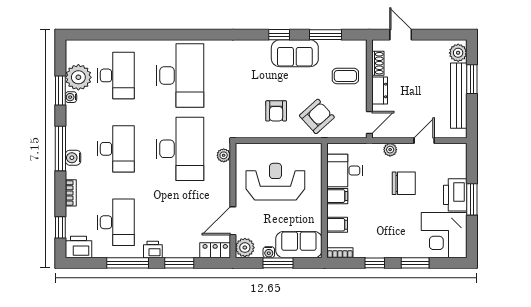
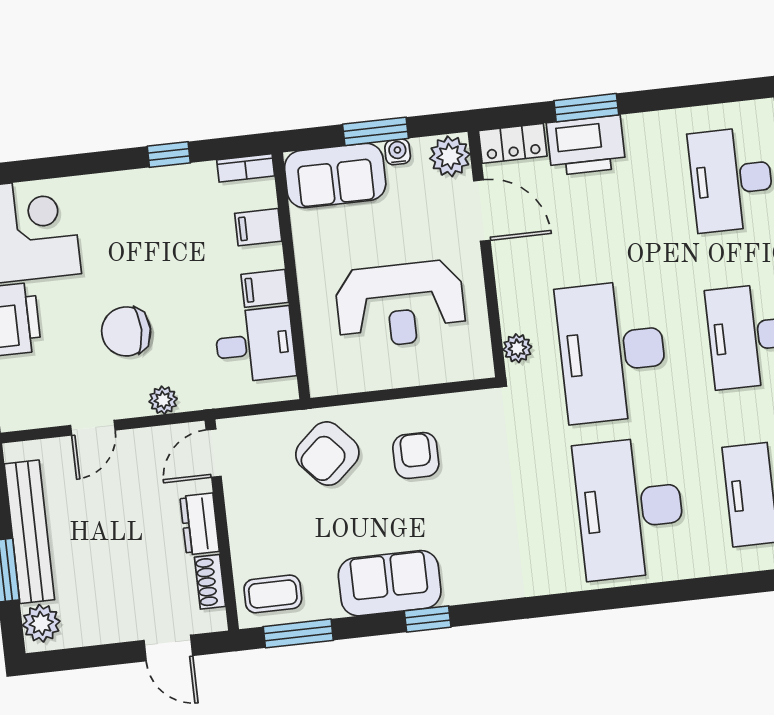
window: (326, 35) -> (298, 633), moved
coffee table: (345, 76) -> (273, 594), moved
door: (233, 221) -> (482, 211), hinge flipped
printer: (153, 250) -> (586, 145), moved, width x1.87, depth x1.48
window: (128, 263) -> (697, 95), removed
window: (415, 263) -> (83, 164), removed

